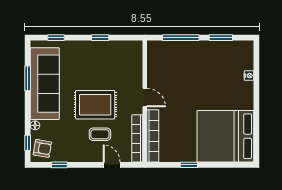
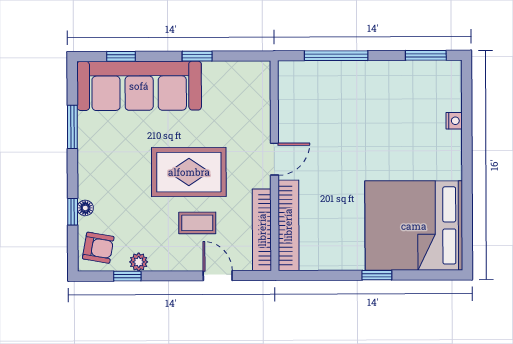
window: (221, 38) -> (426, 55), moved
sofa: (45, 84) -> (139, 86), moved, turned 90
door: (145, 97) -> (274, 159), hinge flipped
window: (28, 143) -> (73, 212), moved
plant: (66, 157) -> (139, 262), added
window: (189, 165) -> (377, 275), moved

